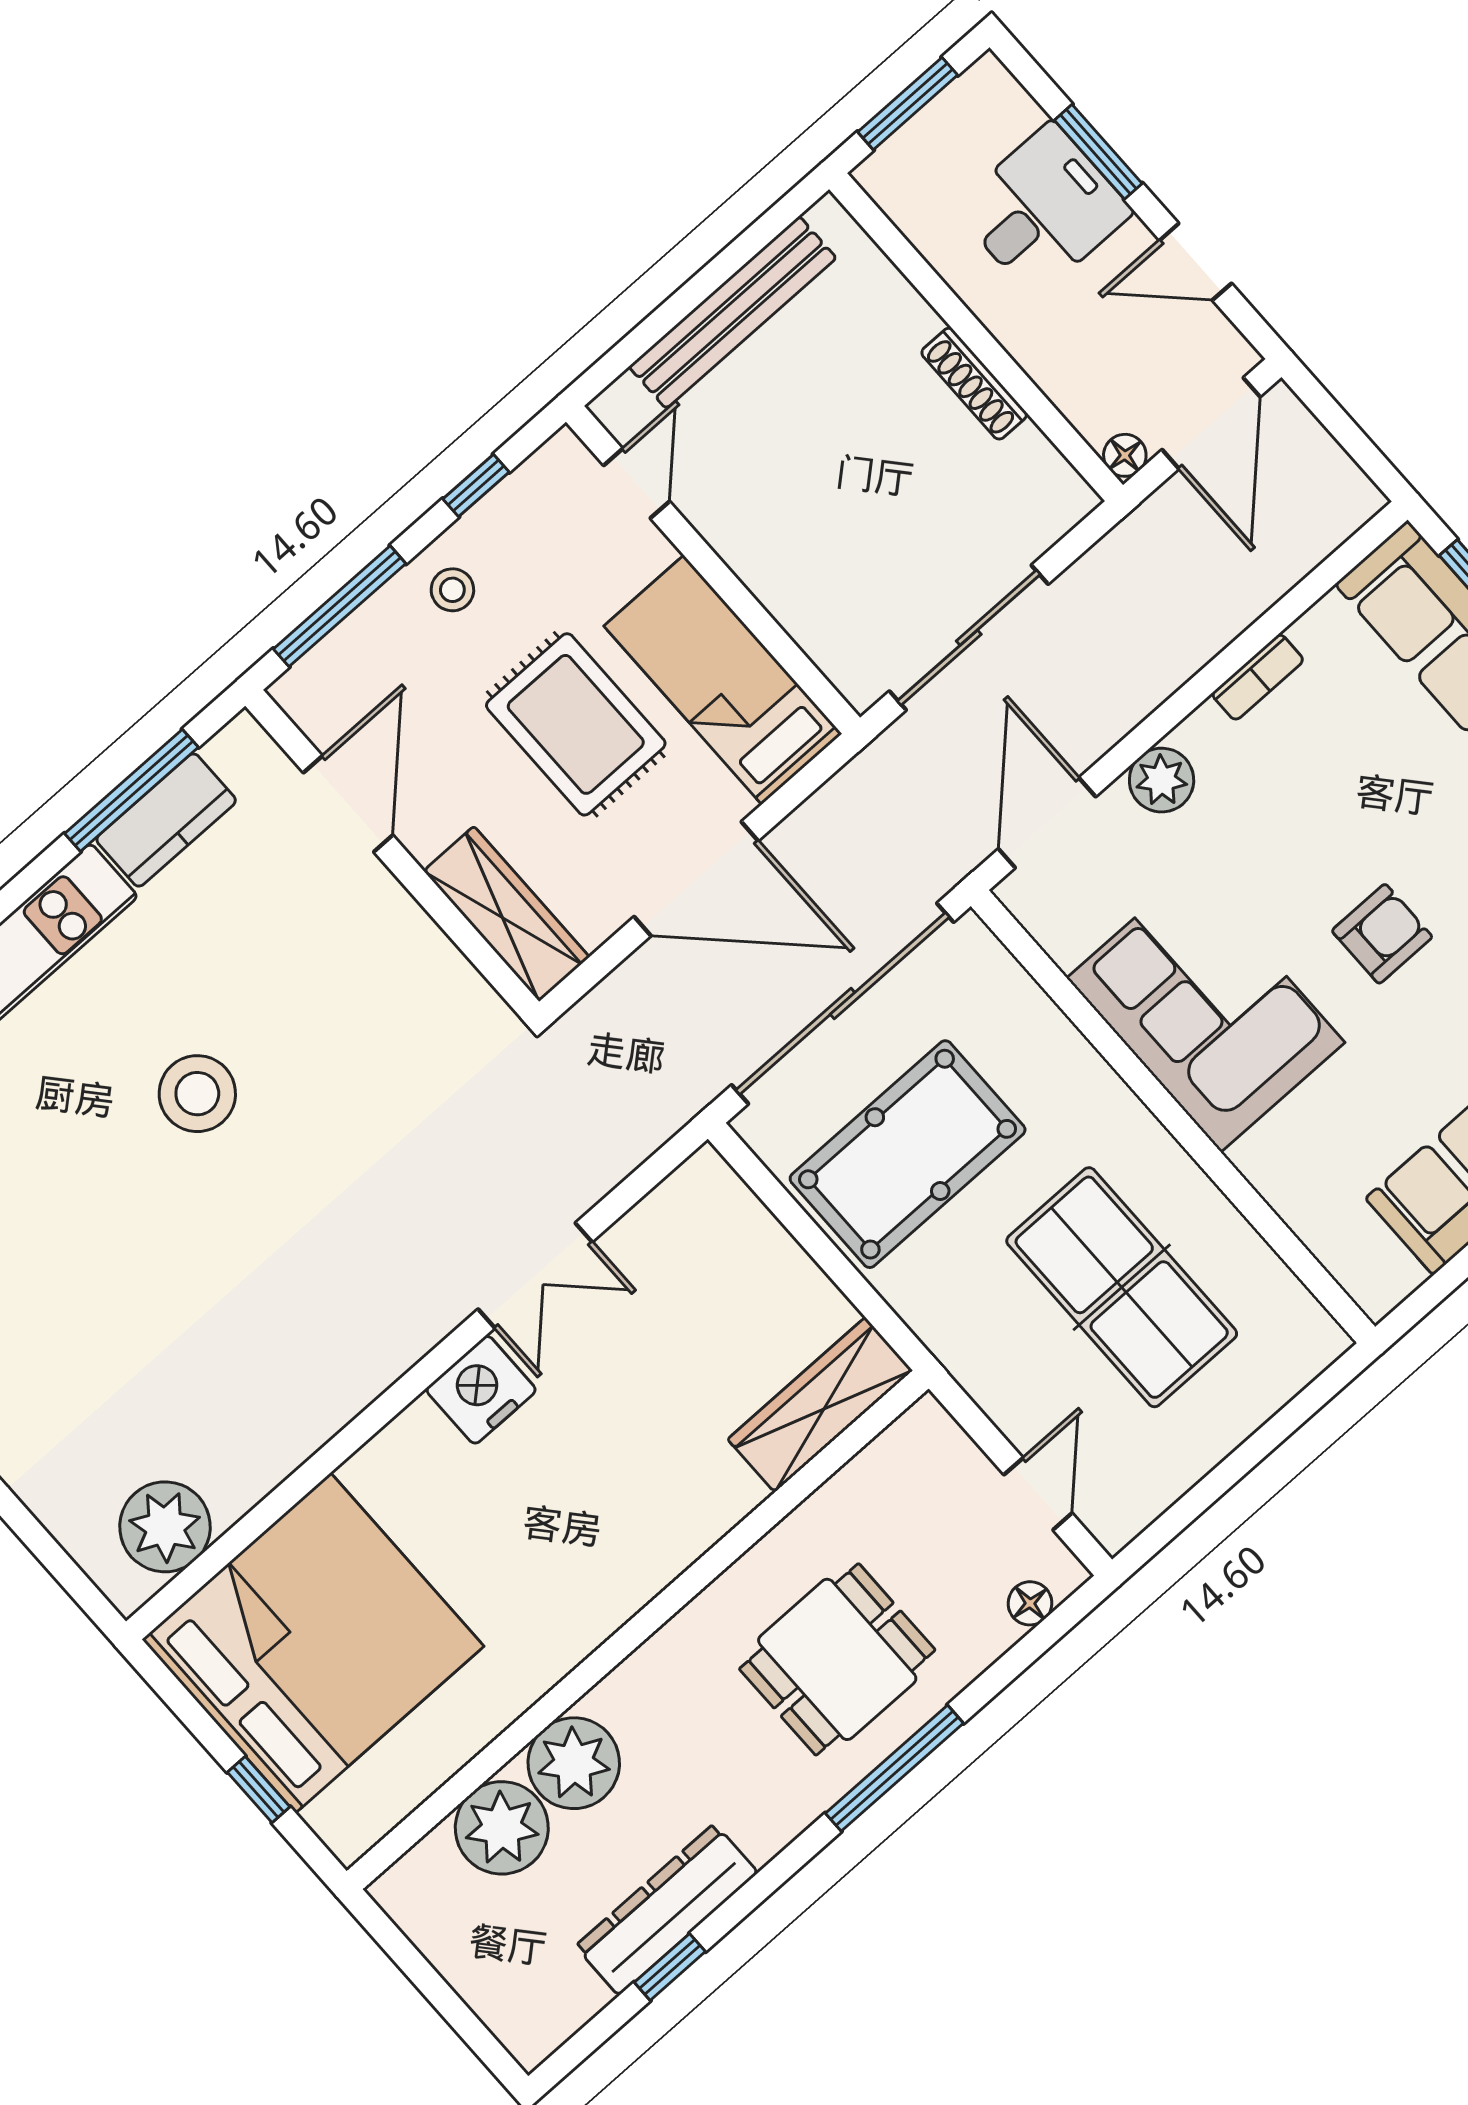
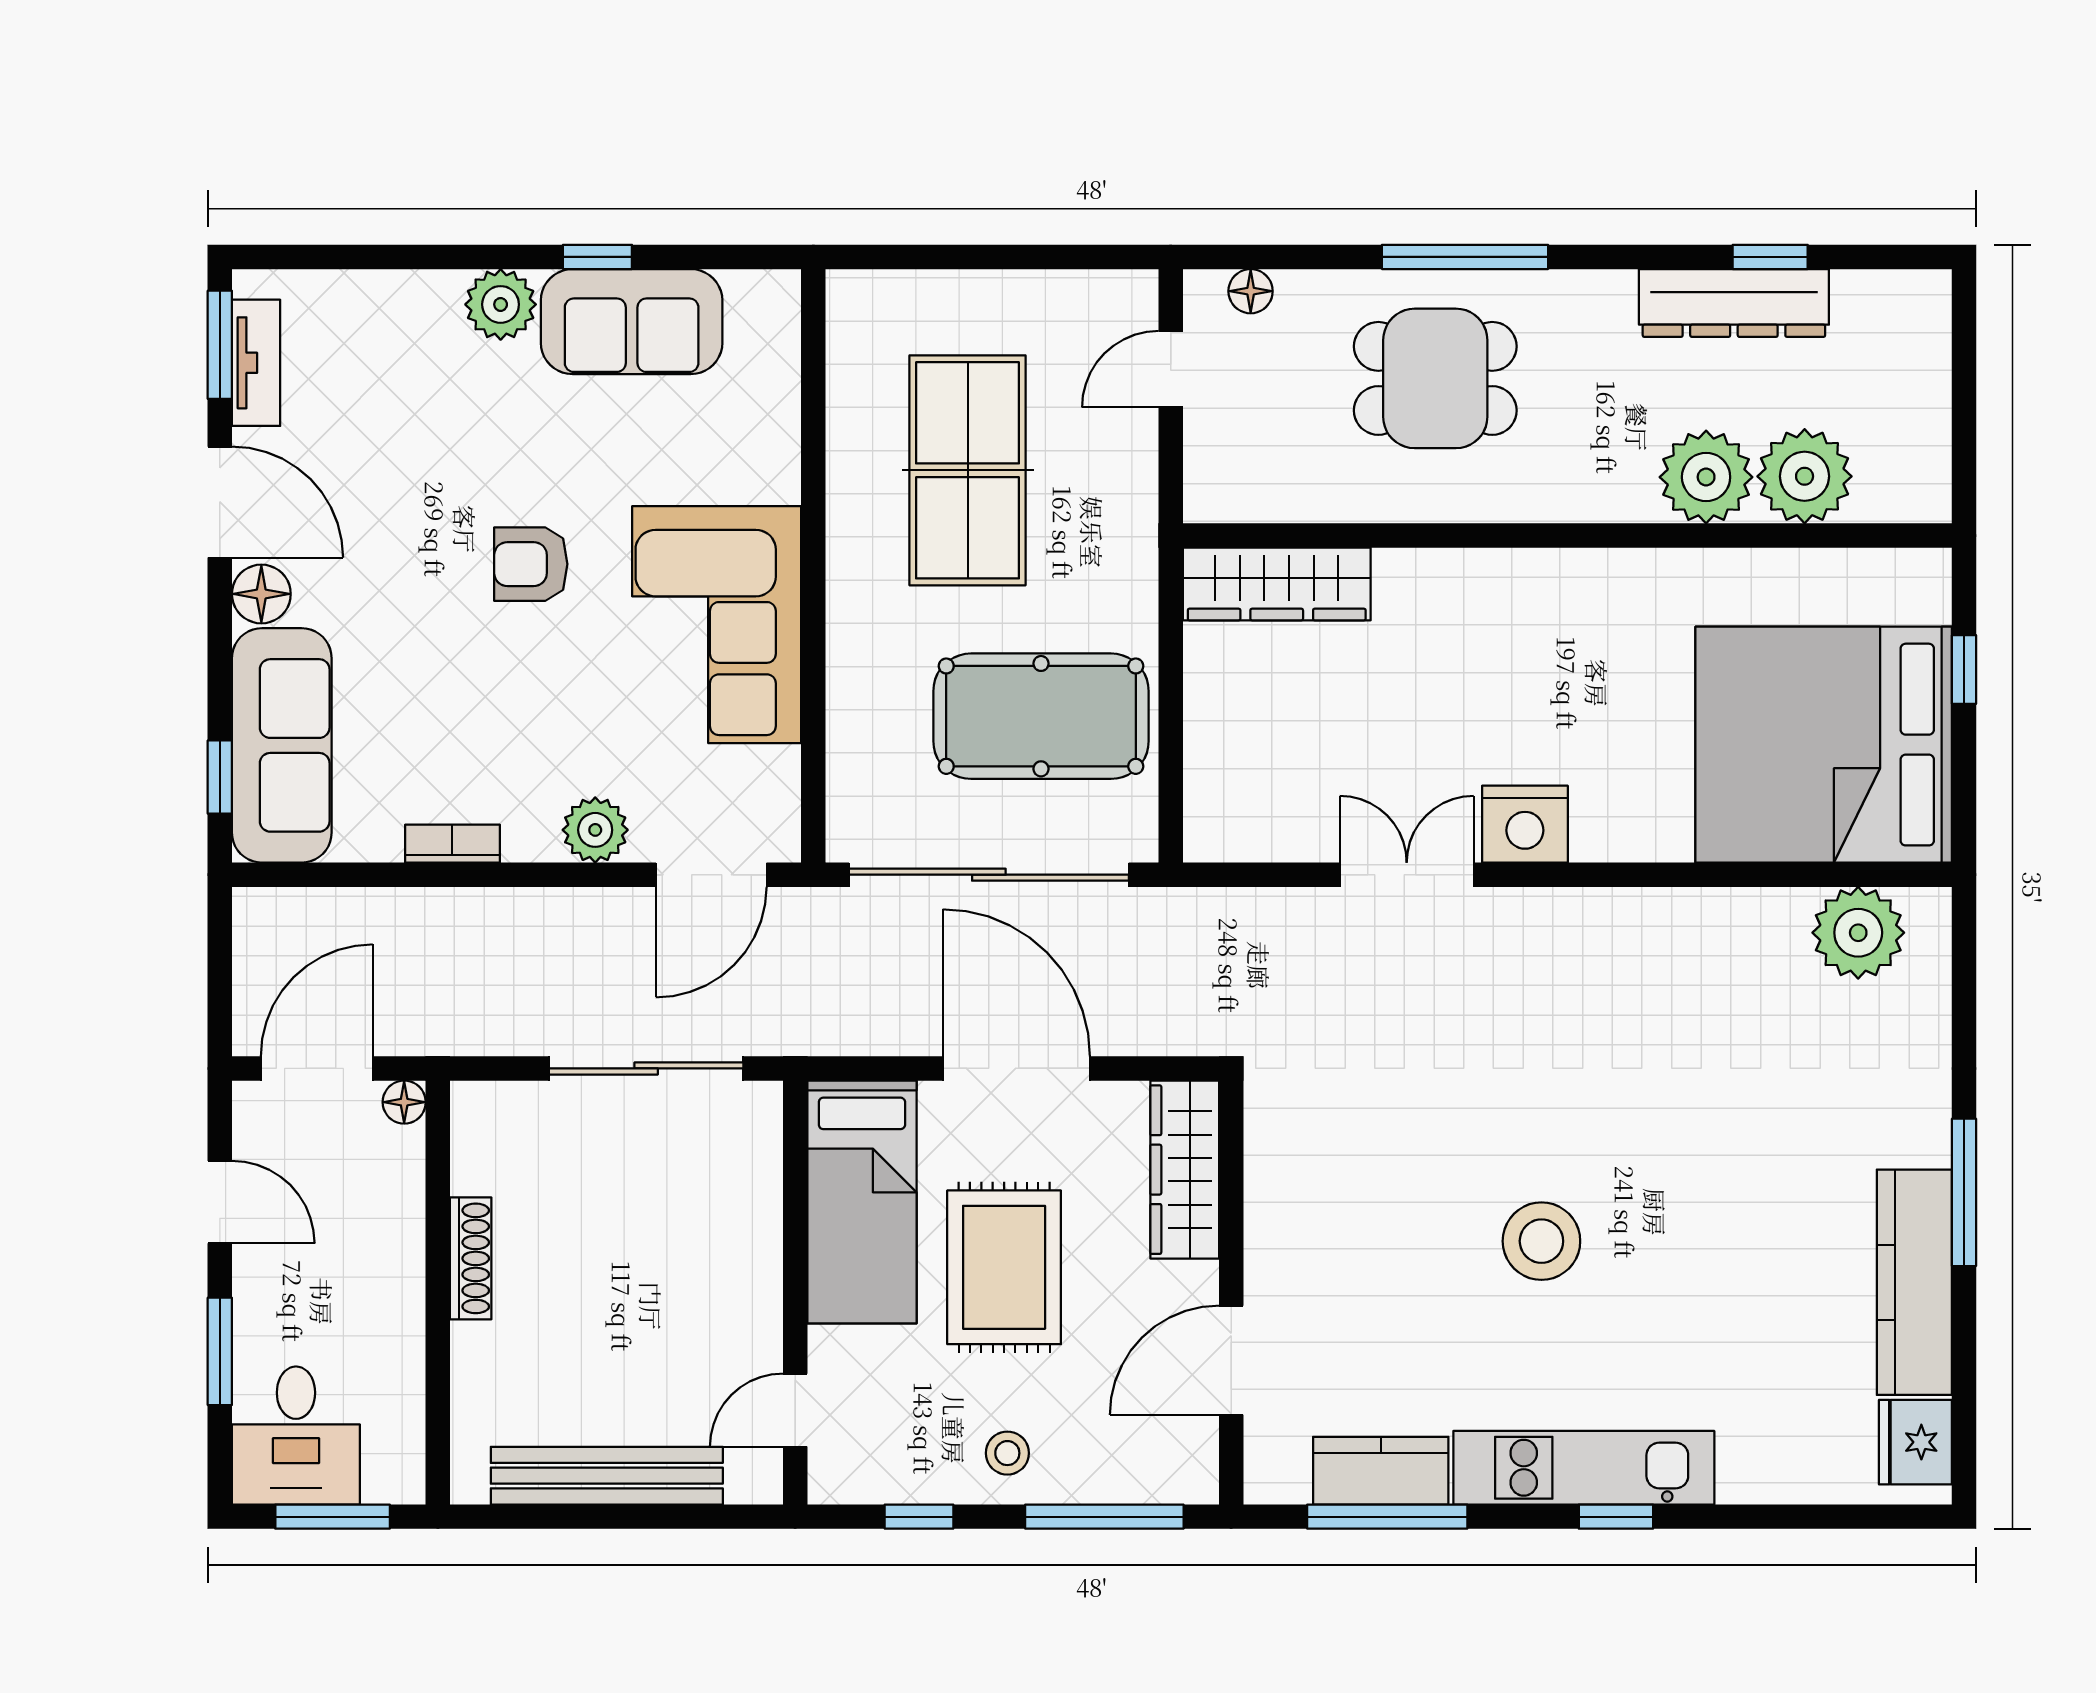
desk: (1043, 210) -> (296, 1435), moved, turned -90

